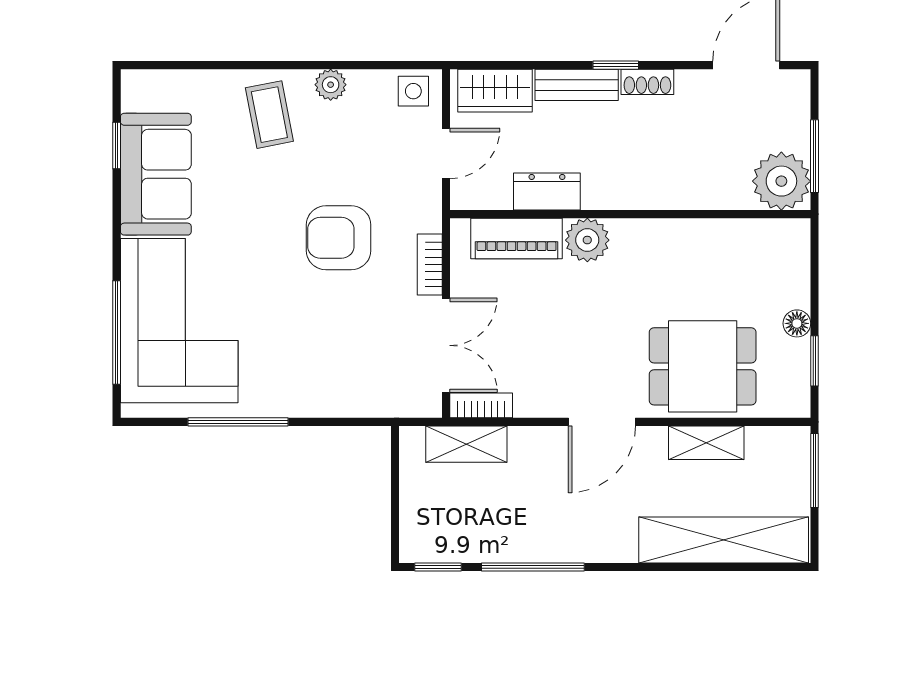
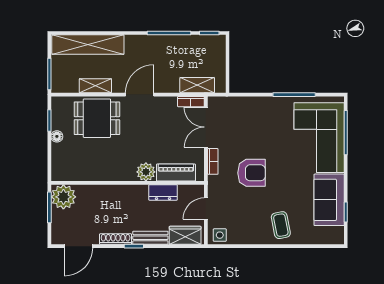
shoe rack: (647, 82) -> (116, 239), width x1.43
plant: (331, 85) -> (255, 238), removed

